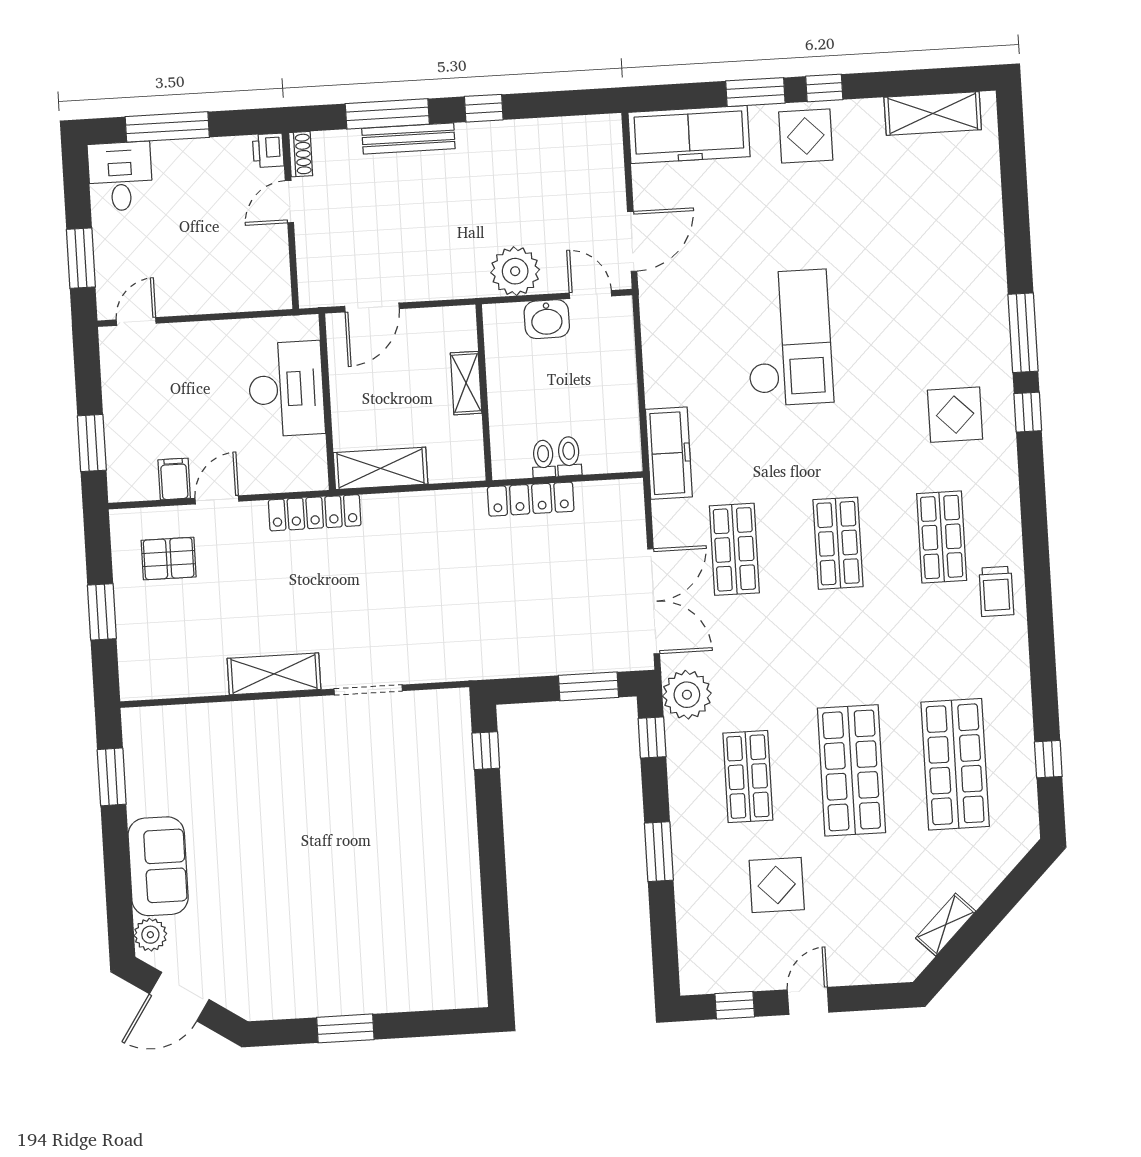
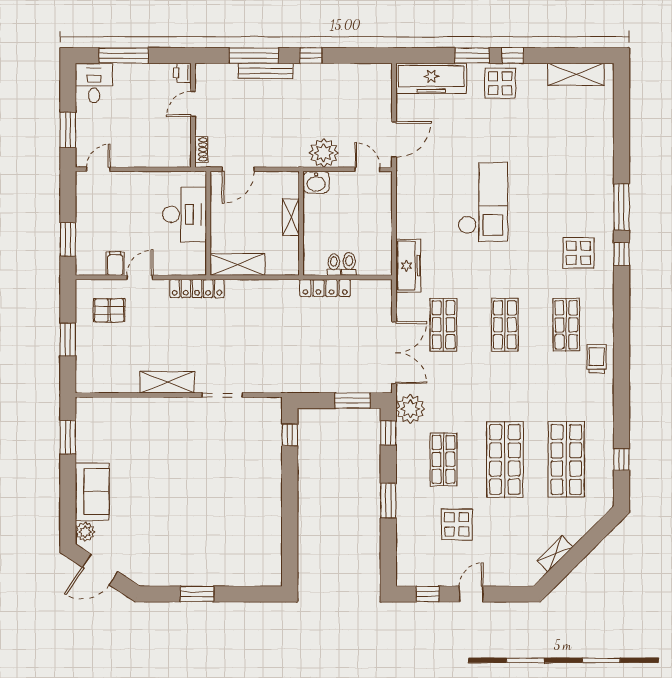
shoe rack: (301, 154) -> (201, 149), moved
washbasin: (547, 319) -> (316, 182), moved
trolley: (996, 591) -> (597, 359), turned 180

